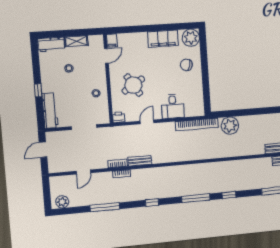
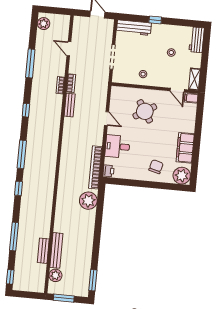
shelving: (76, 41) -> (195, 79), moved
printer: (119, 117) -> (108, 171), moved

